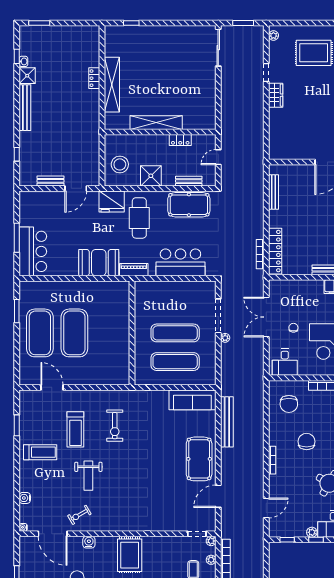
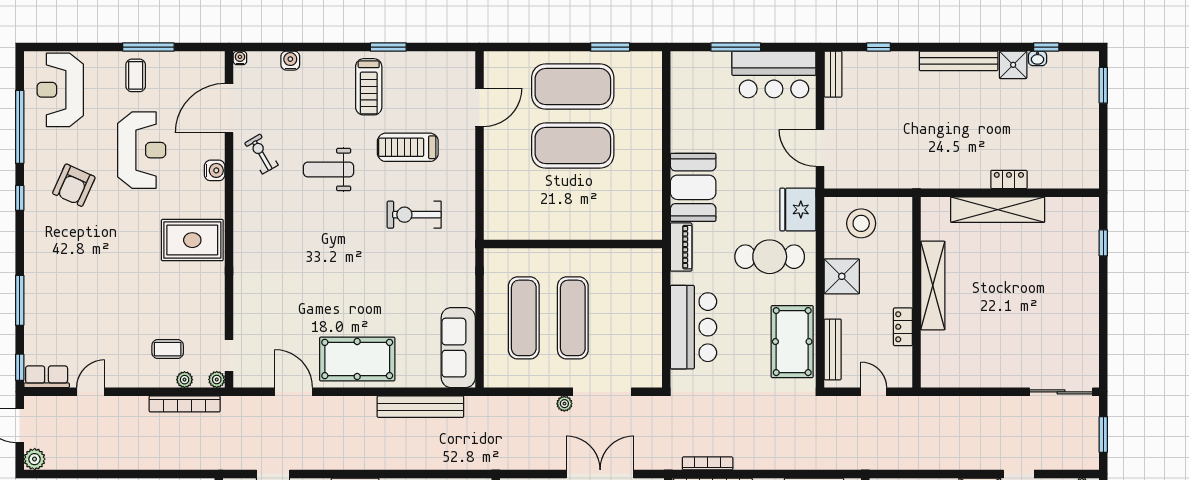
bench: (51, 181) -> (833, 74), moved
bench: (189, 181) -> (833, 349), width x1.36
bar counter: (33, 251) -> (774, 74), moved
window: (17, 425) -> (388, 47), moved

